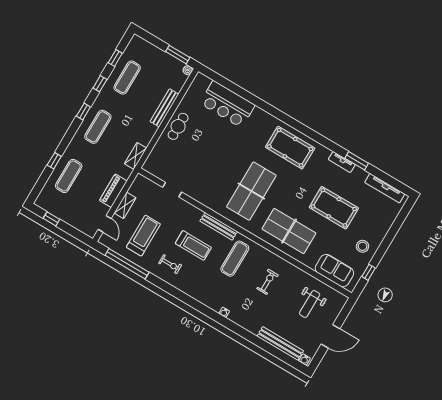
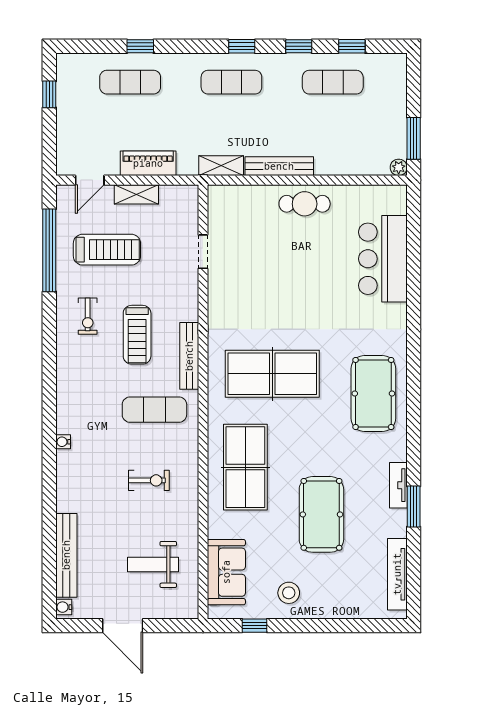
bench: (164, 108) -> (279, 166), moved

